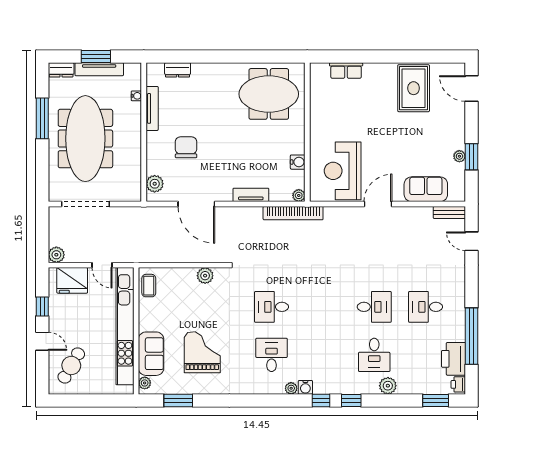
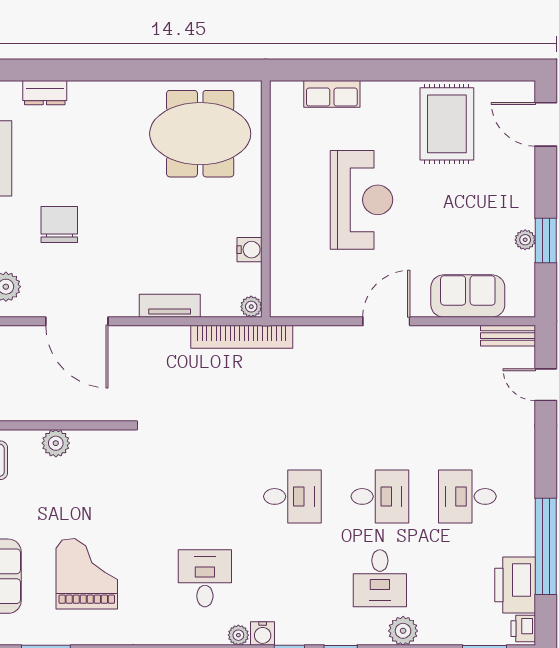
reception desk: (343, 171) -> (361, 200), moved, turned 180
plant: (205, 276) -> (56, 443), moved
desk: (272, 307) -> (292, 496), moved, turned 180

